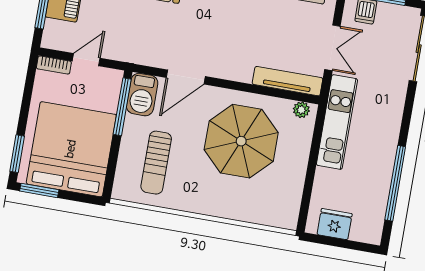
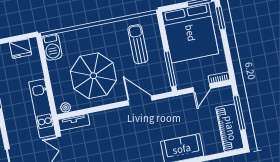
door: (186, 77) -> (140, 100), hinge flipped
tv unit: (288, 81) -> (74, 122), width x0.71
barbecue: (142, 95) -> (52, 47), moved, turned 180

